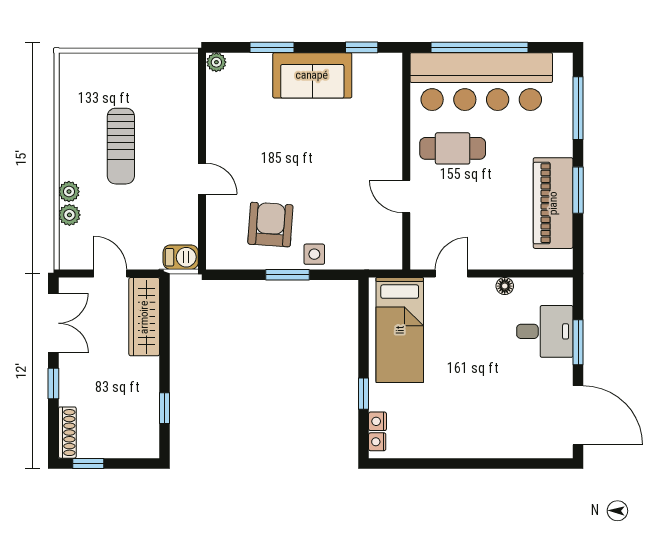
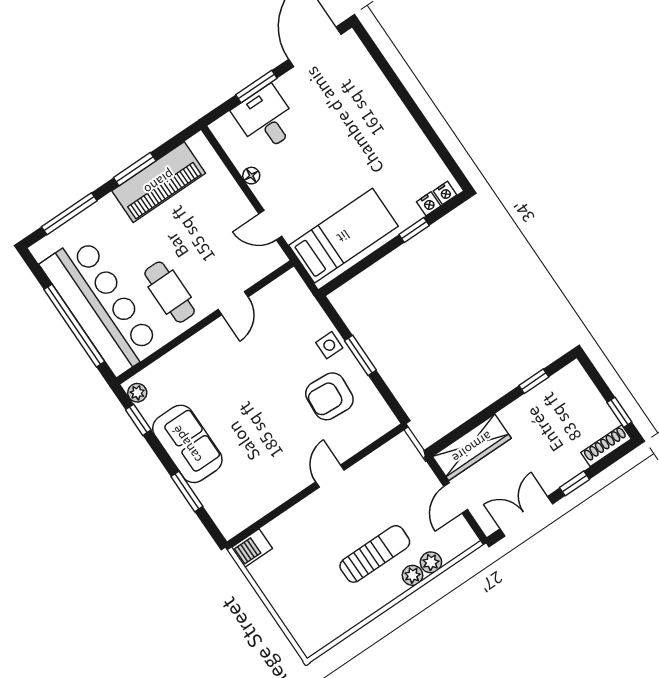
plant: (216, 62) -> (137, 393), moved
sun lounger: (121, 146) -> (375, 554), moved
barbecue: (181, 257) -> (252, 548), moved, turned -90

